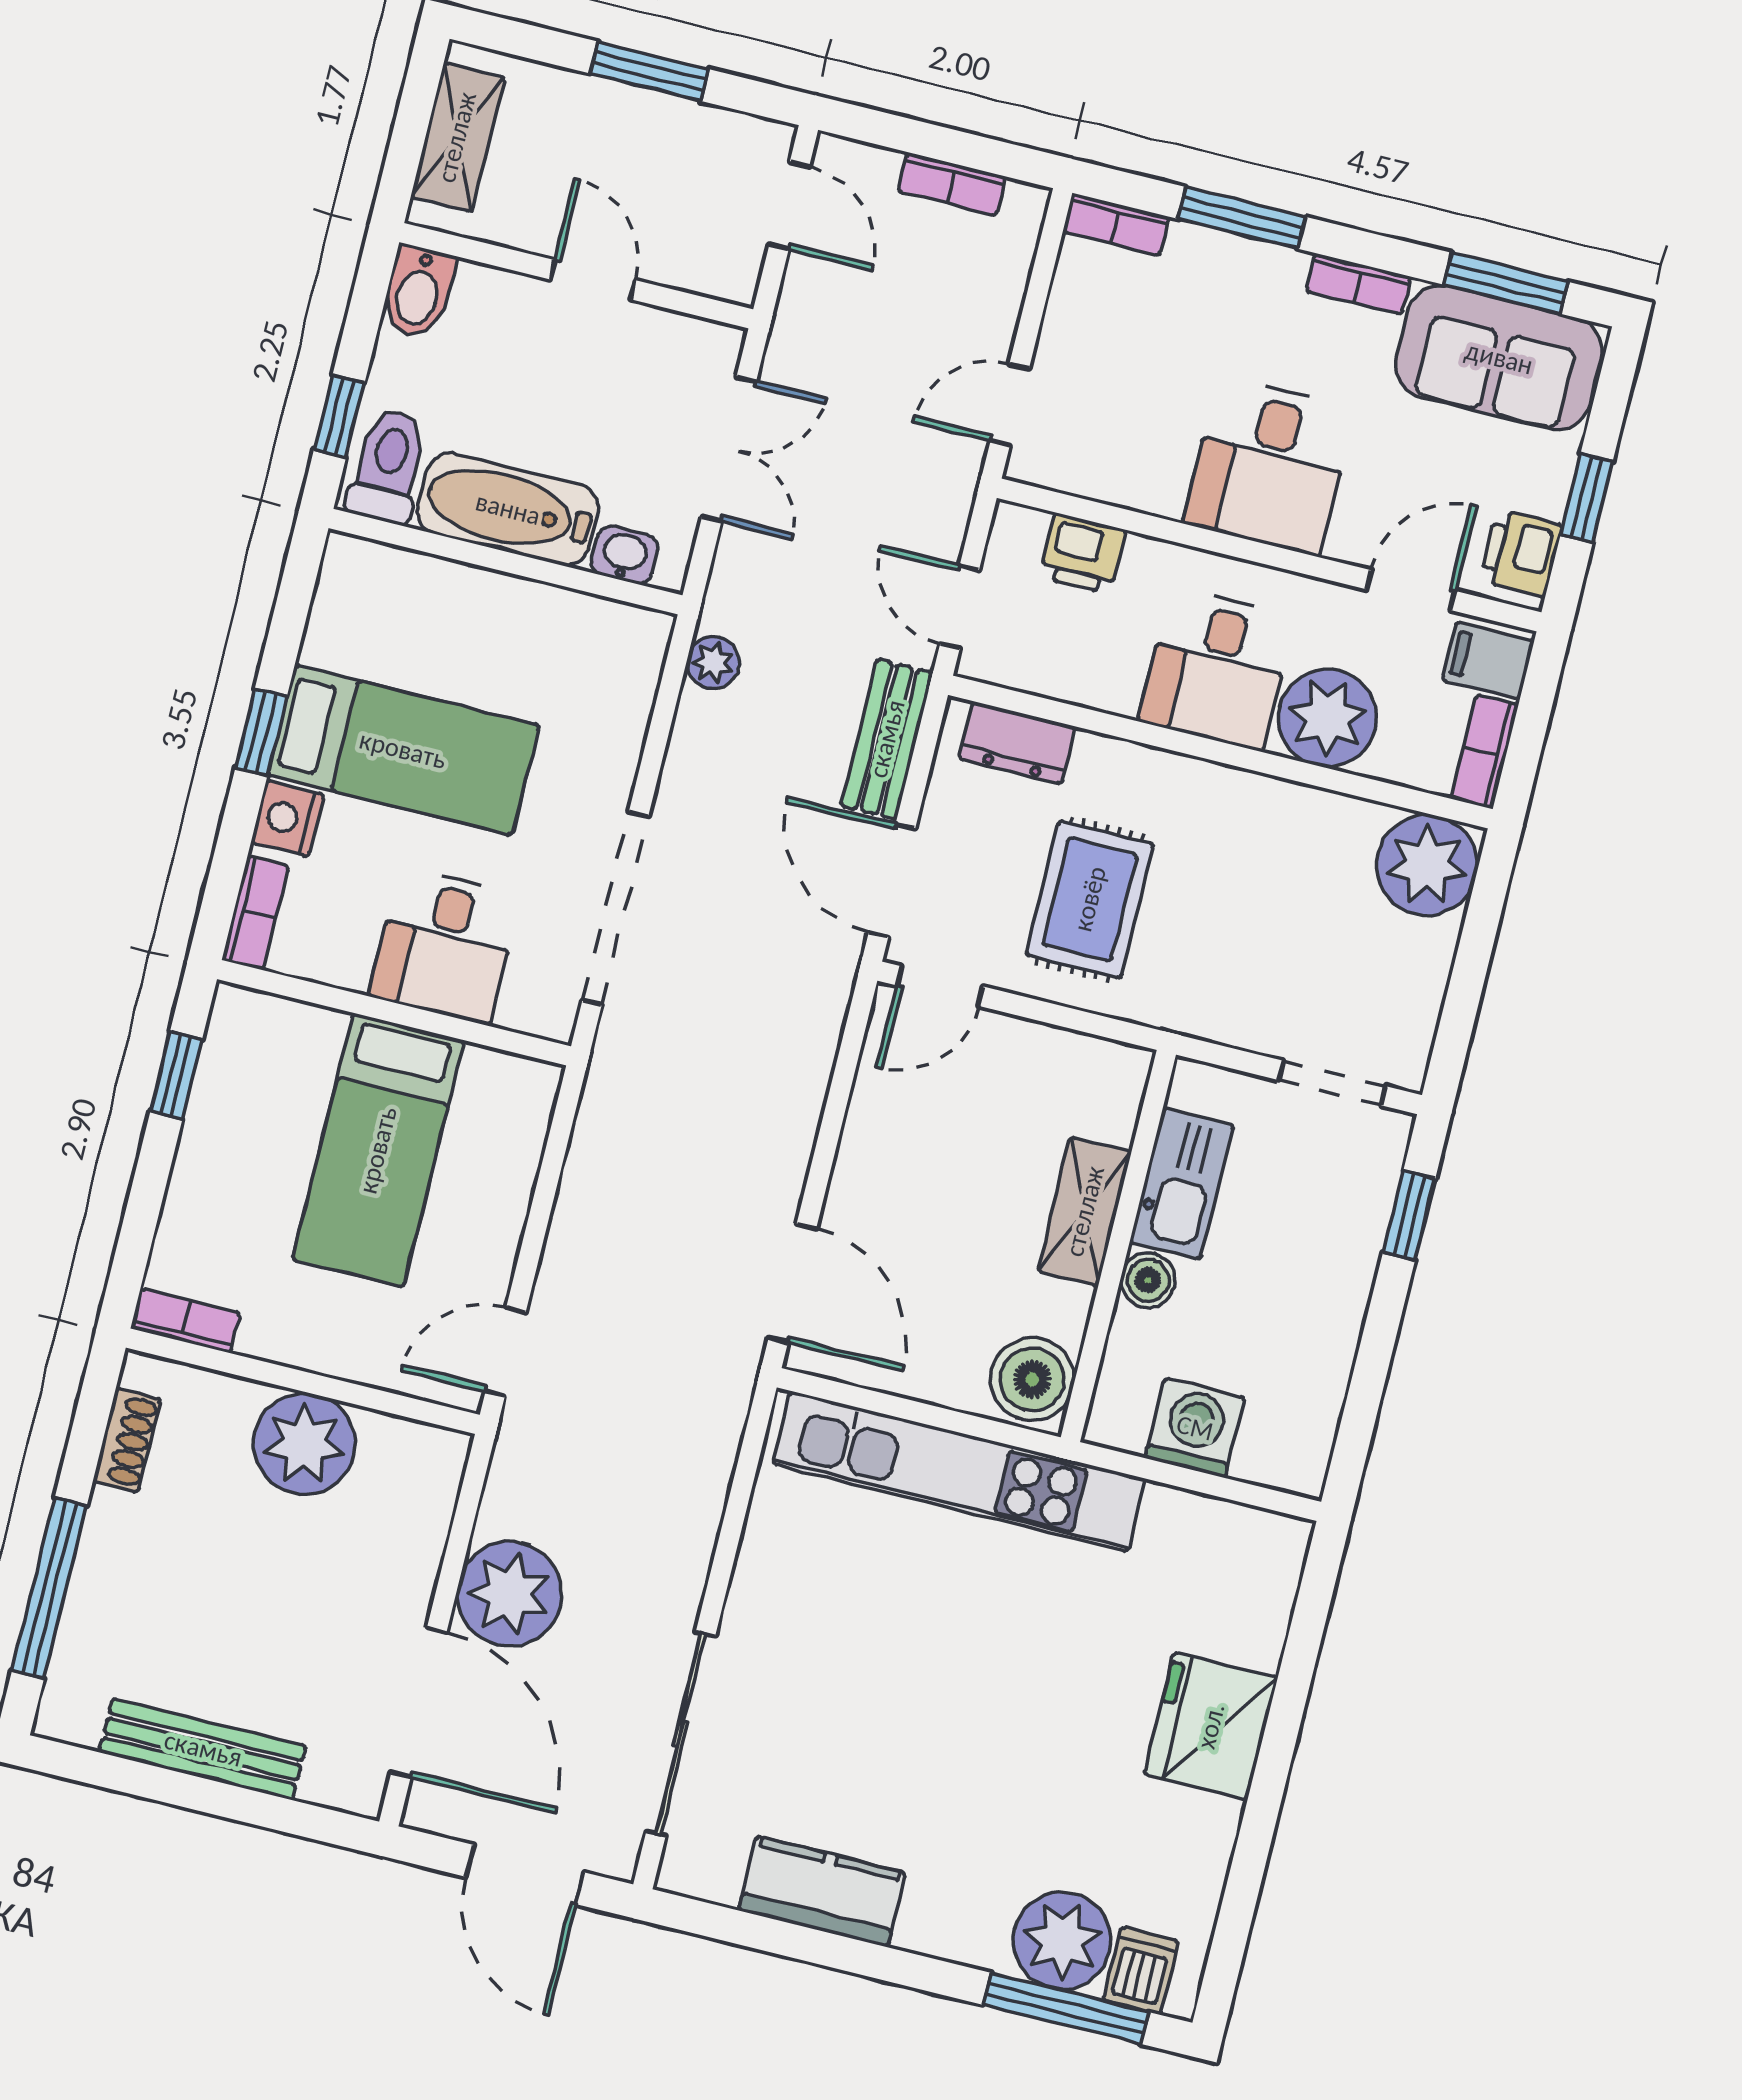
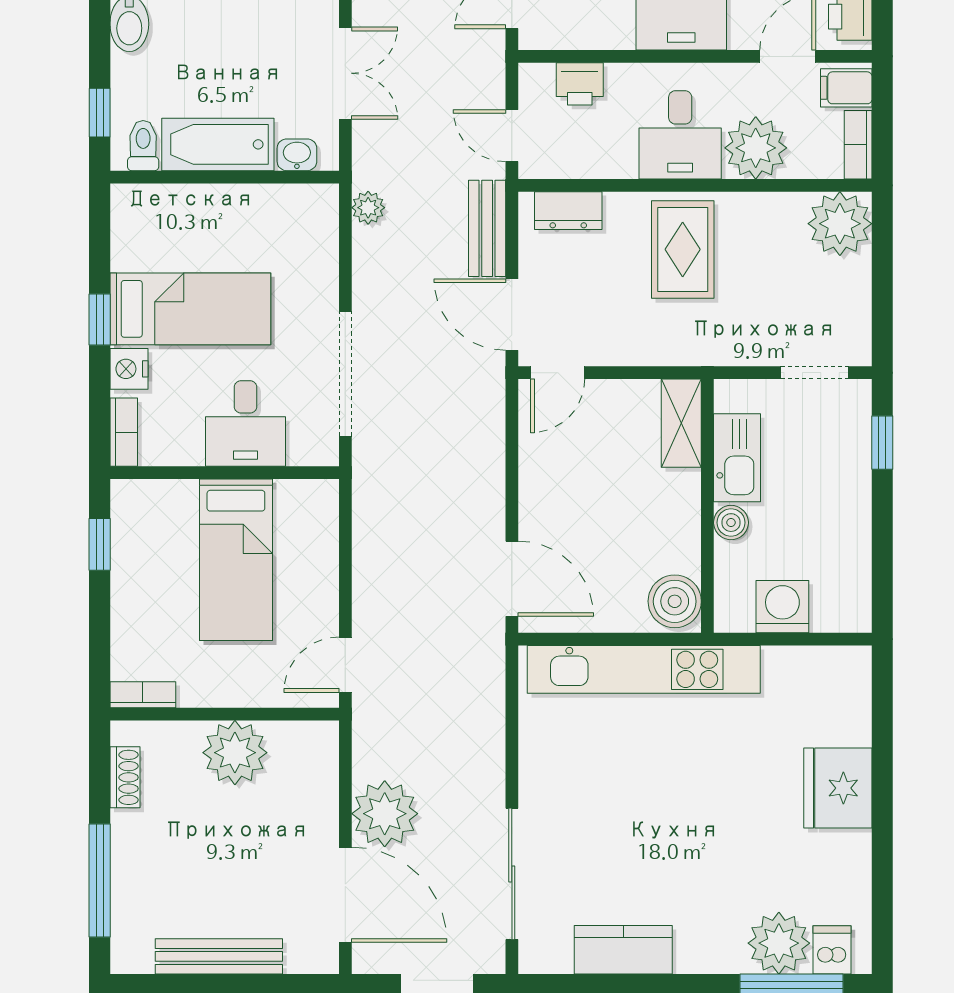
toilet: (388, 466) -> (143, 146), width x0.73, depth x0.72
rug: (1090, 899) -> (683, 249), moved
shelving: (1085, 1211) -> (681, 423), moved

